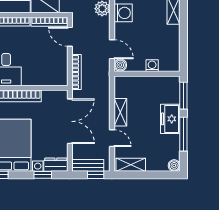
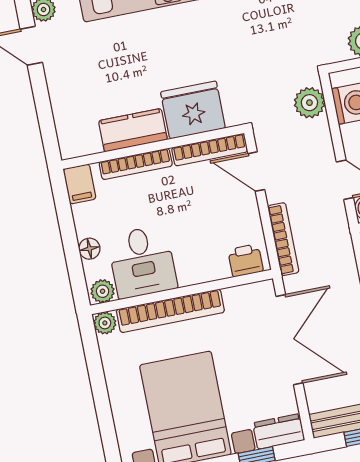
printer: (56, 79) -> (246, 260), added

